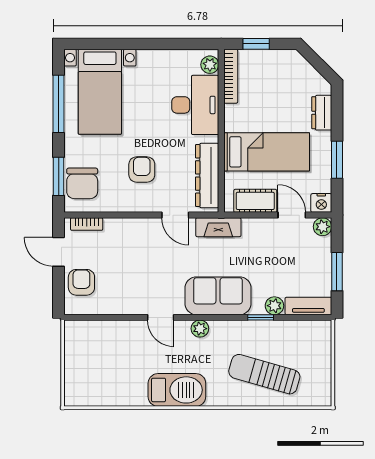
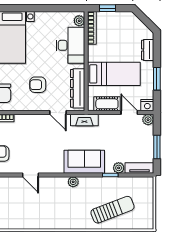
armchair: (142, 170) -> (38, 85), turned -90
door: (161, 317) -> (30, 175), moved
sun lounger: (264, 374) -> (113, 210), turned 143
barbecue: (177, 390) -> (59, 219), removed

